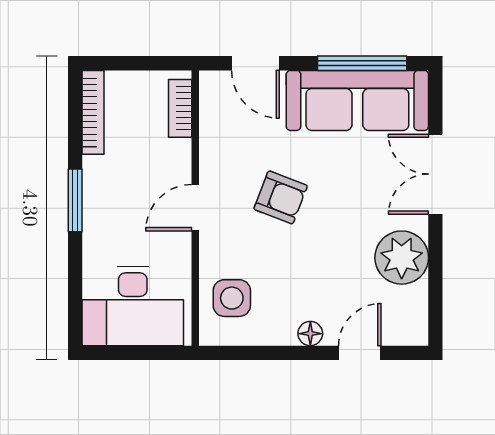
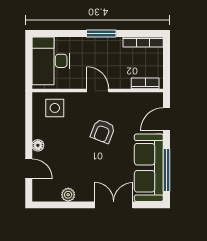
plant: (402, 258) -> (68, 195), width x0.53, depth x0.53

